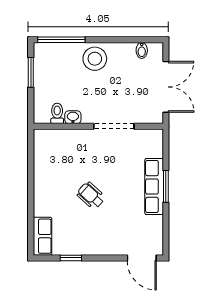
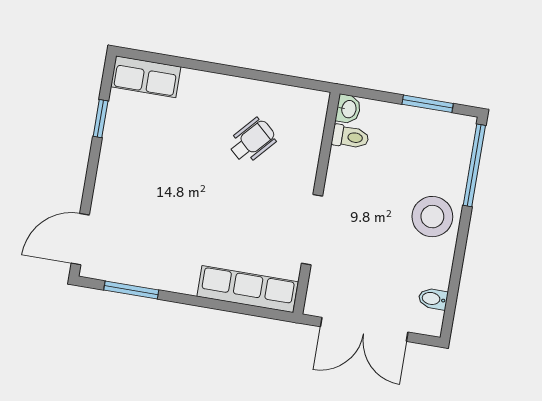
washbasin: (73, 117) -> (348, 109), moved
window: (166, 186) -> (131, 290), moved
row of seats: (154, 187) -> (247, 289), moved
wheelchair: (91, 196) -> (252, 141), moved

